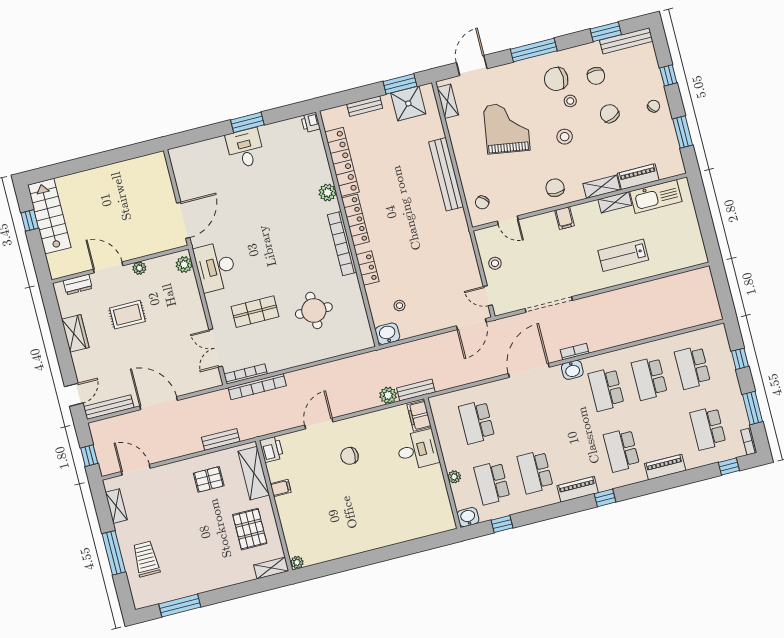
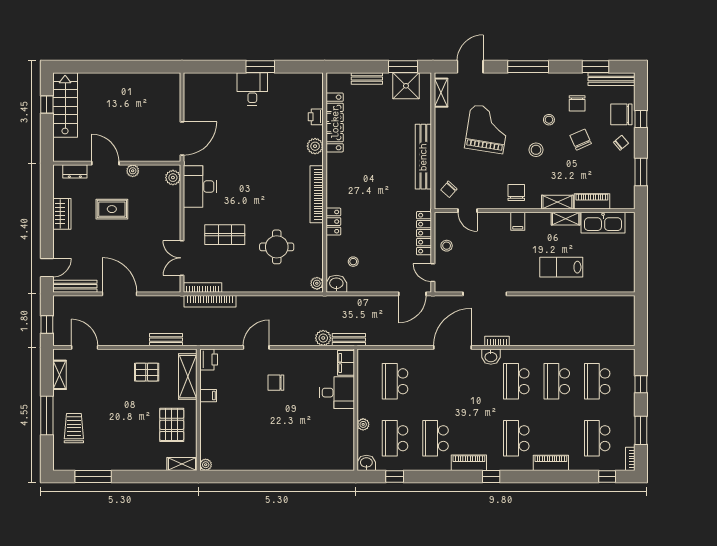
chair: (556, 79) -> (621, 114), moved
printer: (311, 122) -> (316, 117), moved
locker: (355, 220) -> (424, 233), moved, turned 180
plant: (367, 339) -> (317, 283), added

